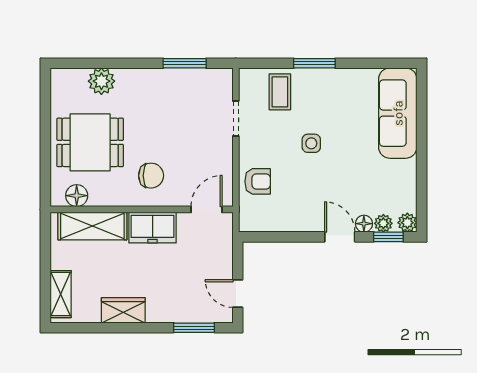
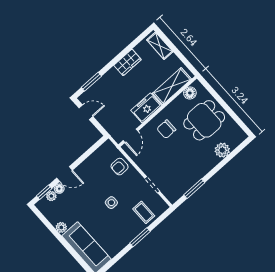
plant: (407, 223) -> (61, 227), moved

